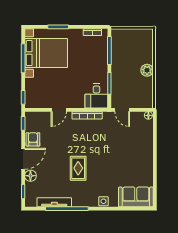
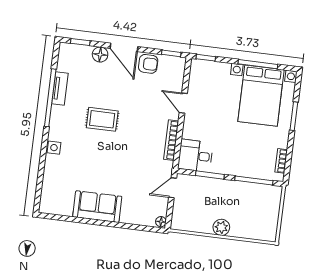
sofa: (136, 197) -> (97, 207), moved, turned -90
tv unit: (54, 202) -> (60, 88), width x0.71

